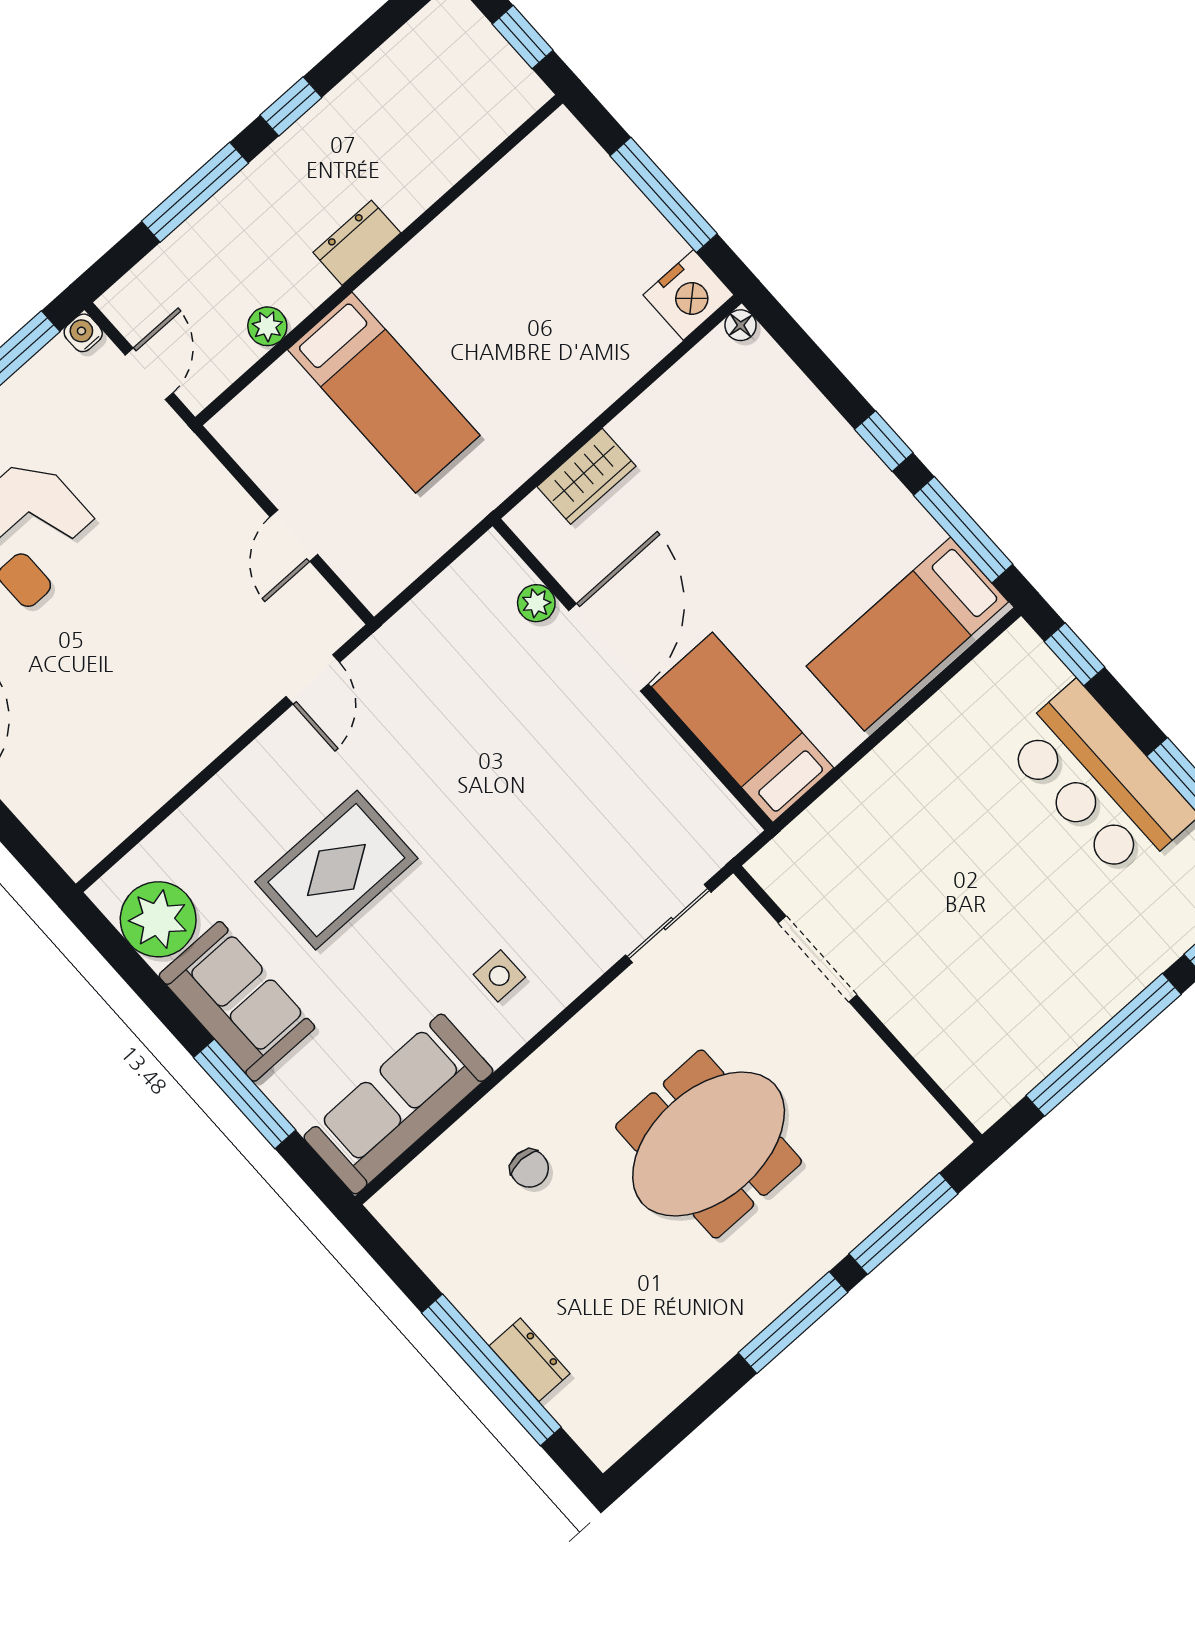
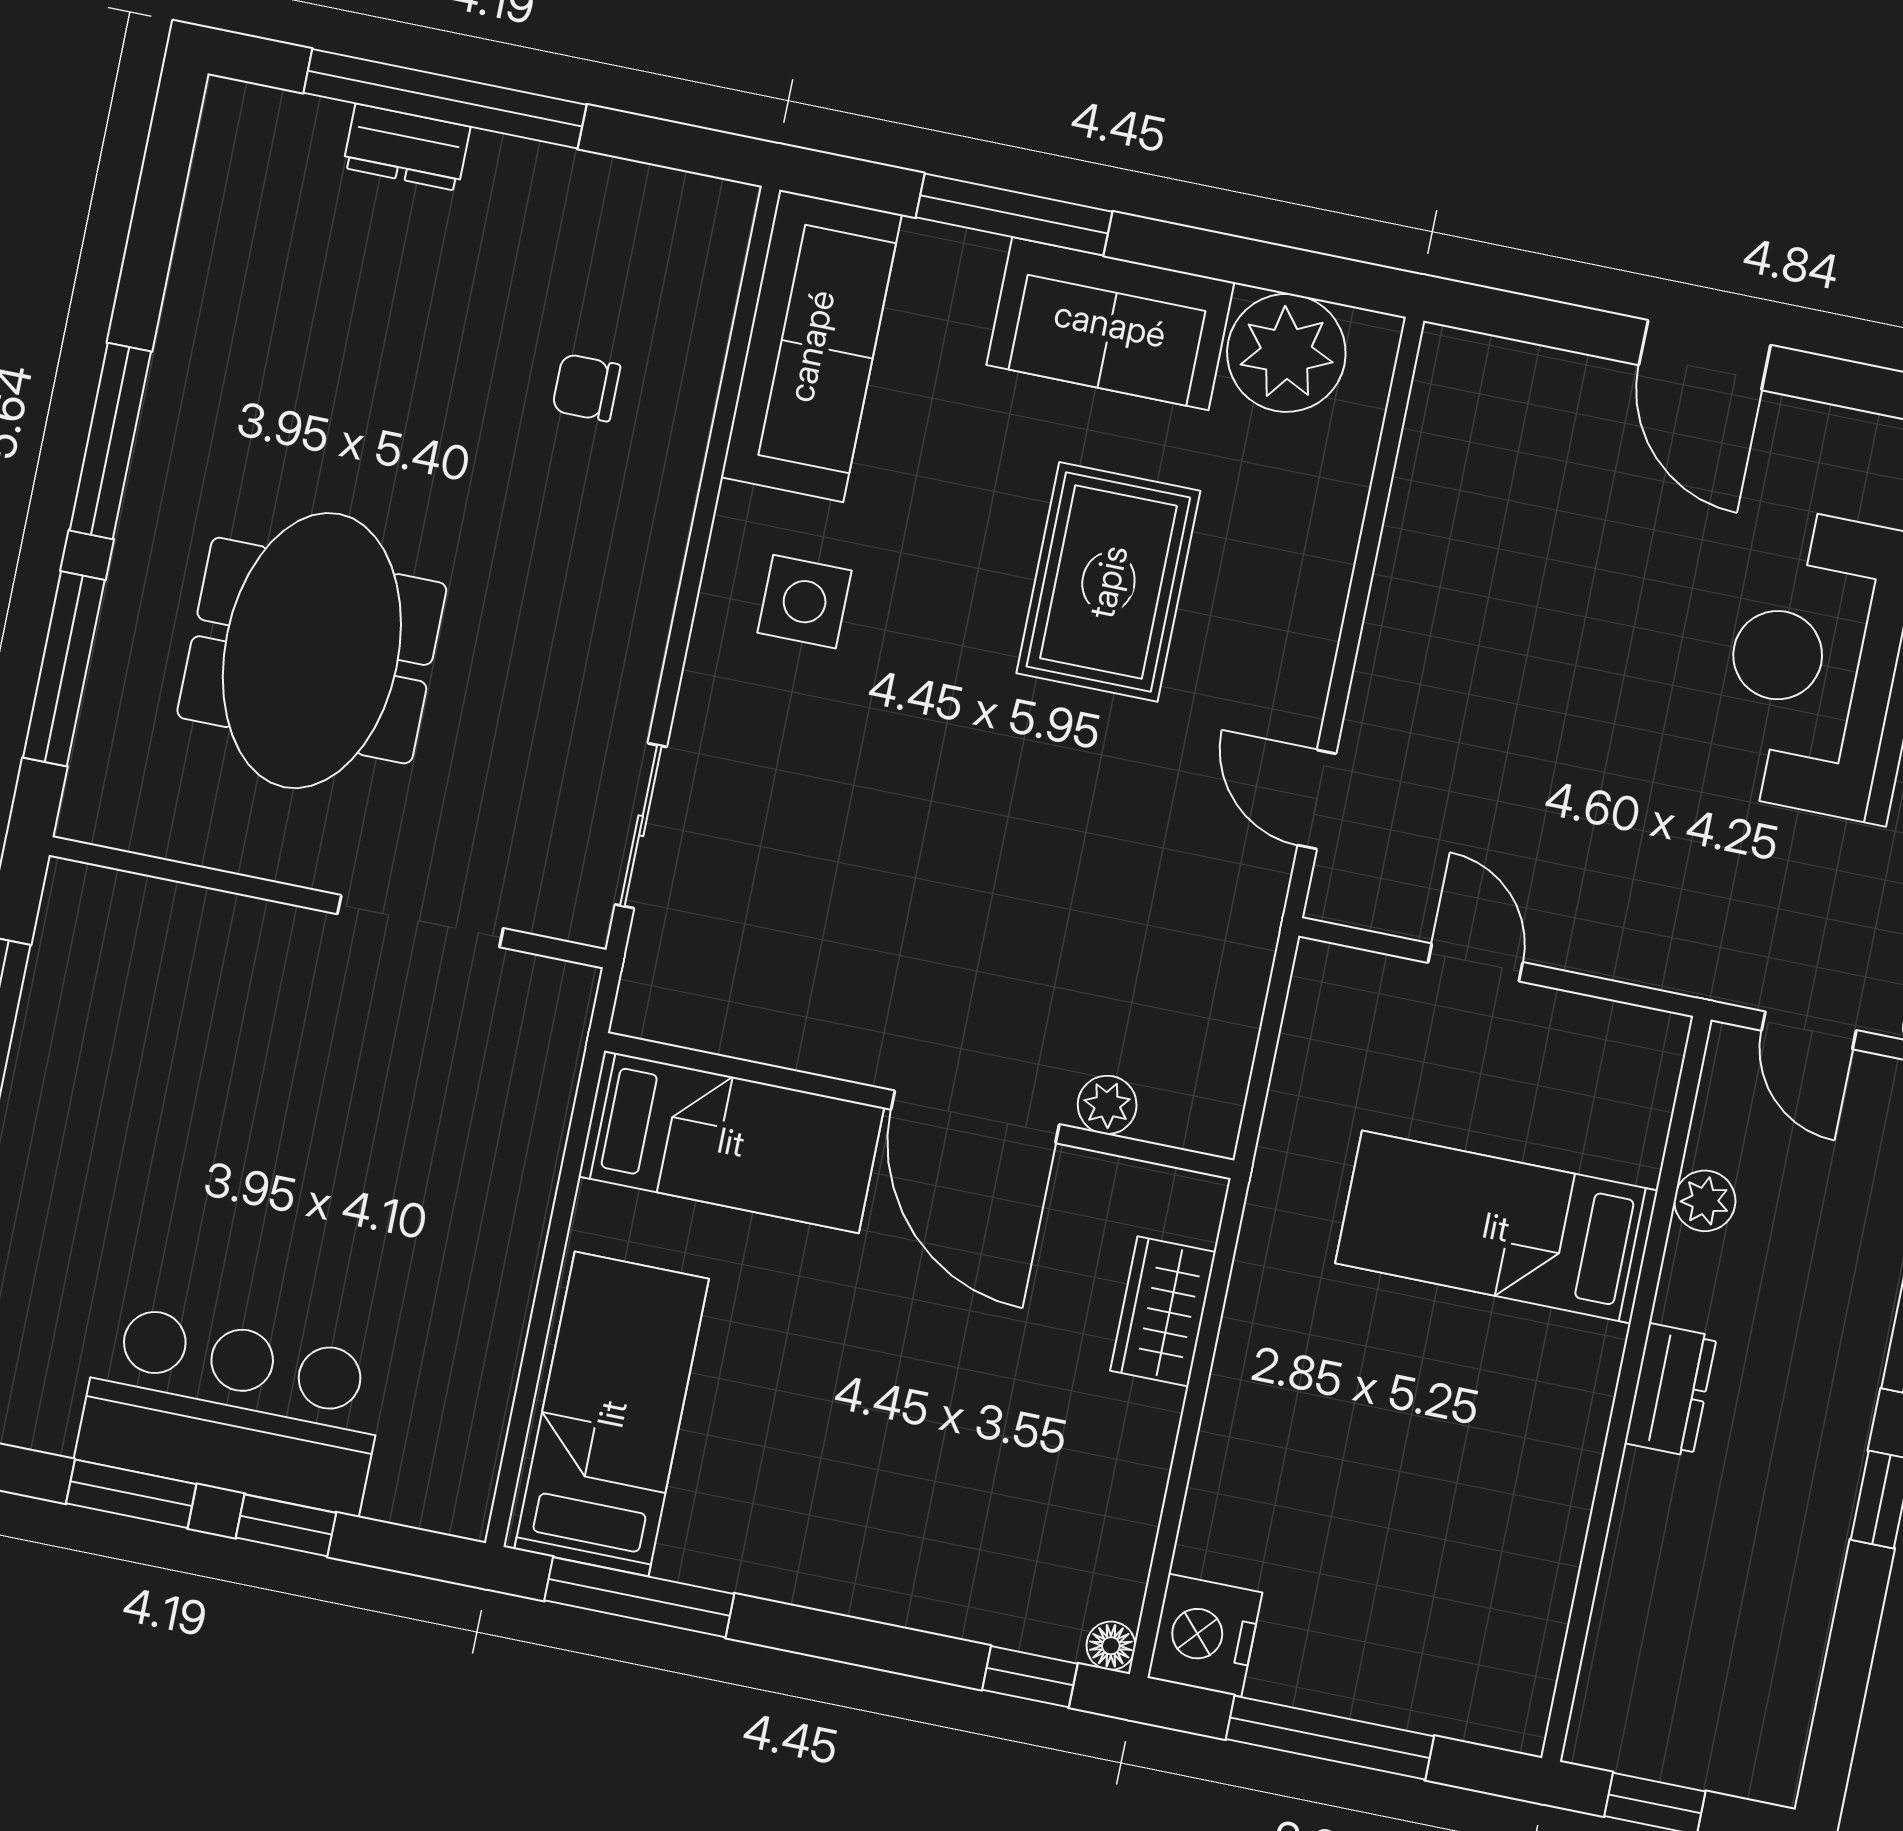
window: (884, 441) -> (1030, 1677), moved
window: (1075, 654) -> (286, 1525), moved
side table: (499, 976) -> (805, 602), width x1.37, depth x1.37
meeting table: (709, 1144) -> (312, 651), moved

